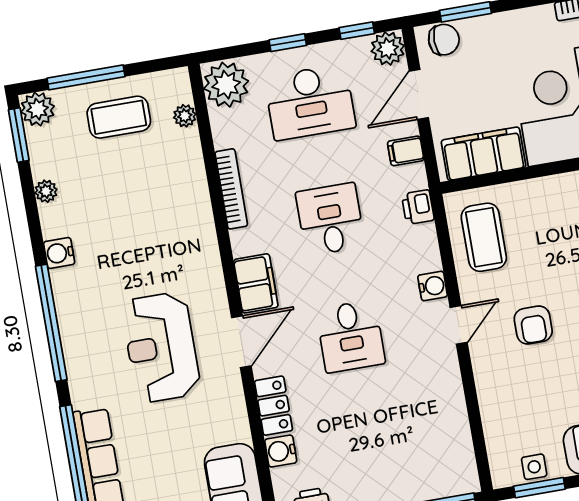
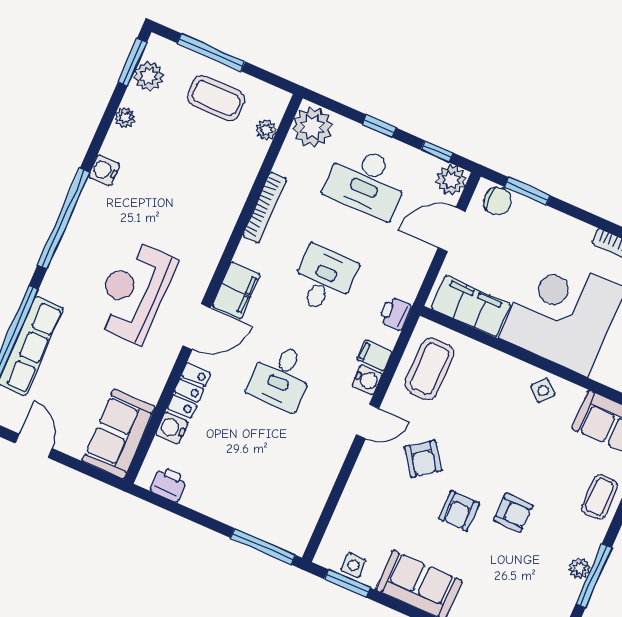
plant: (38, 109) -> (149, 76), moved
filing cabinet: (406, 151) -> (374, 355), moved
armchair: (533, 325) -> (423, 459), turned -36

